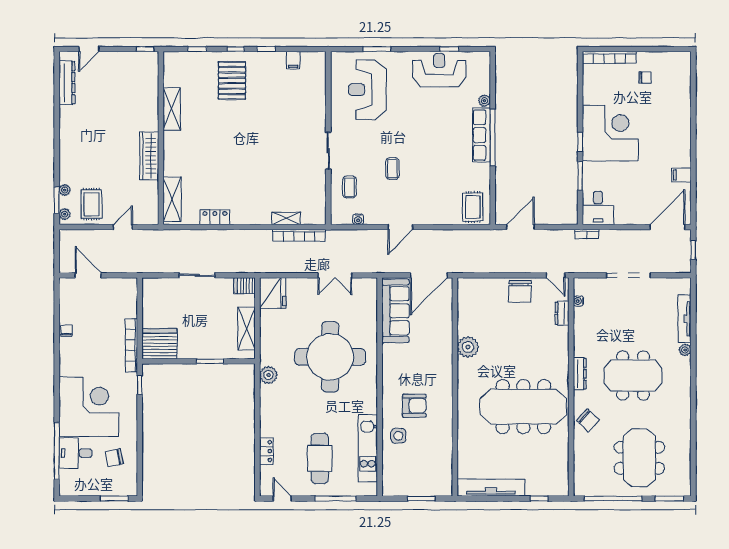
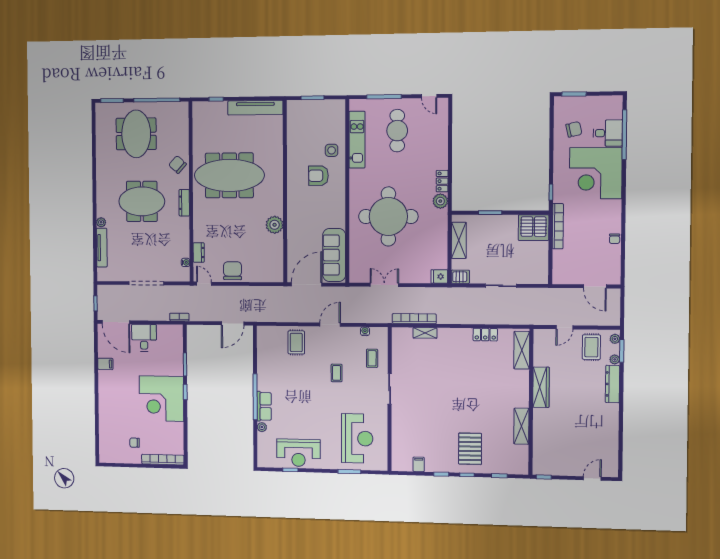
dresser: (67, 83) -> (612, 384), moved
row of seats: (482, 135) -> (264, 406), width x0.68
rug: (473, 207) -> (296, 342), moved
desk: (598, 208) -> (144, 338), moved
door: (667, 227) -> (116, 322), hinge flipped
fridge: (273, 293) -> (439, 276), width x0.53, depth x0.75
locker: (266, 451) -> (442, 181), moved

